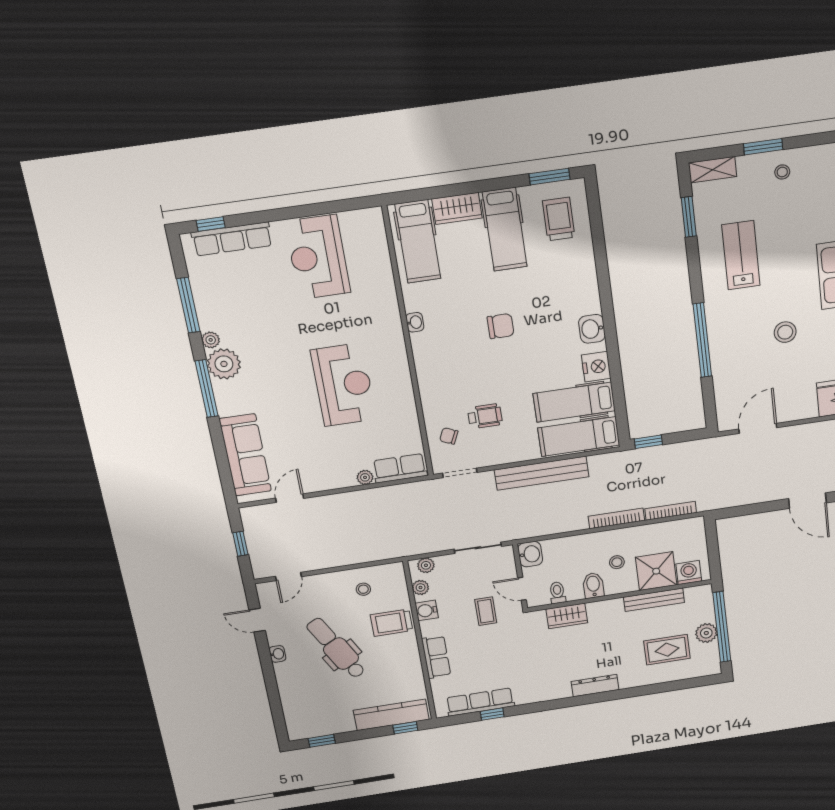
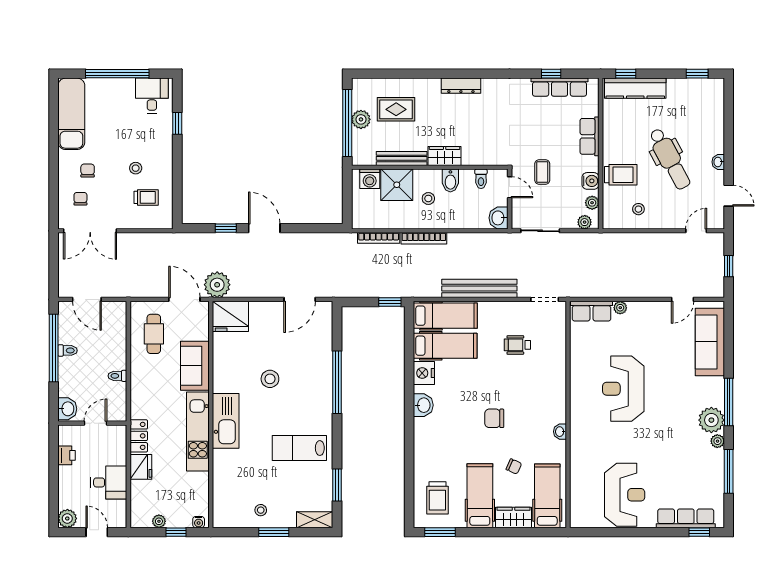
lab bench: (741, 255) -> (299, 448), turned 90
chair: (449, 436) -> (514, 466), moved
wardrobe: (567, 616) -> (445, 156), moved

